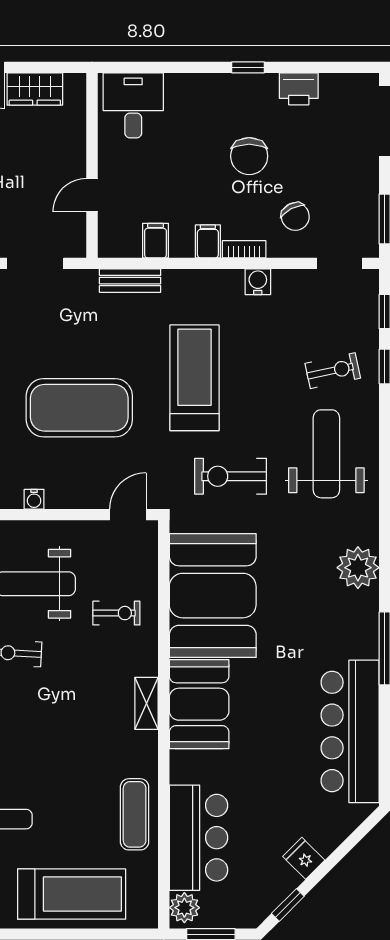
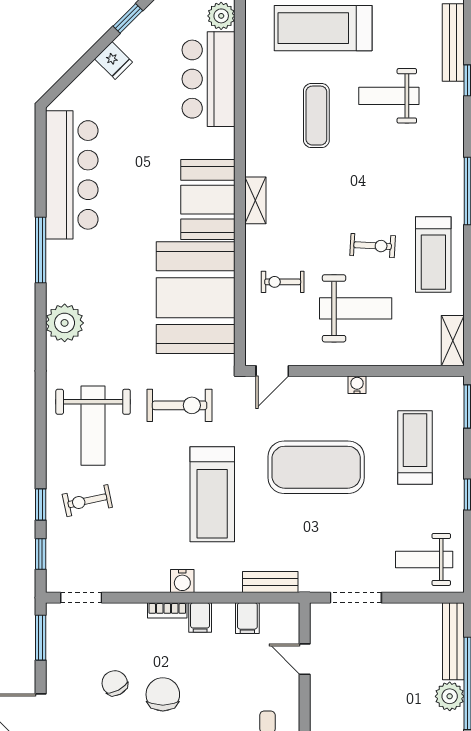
door: (92, 195) -> (305, 659), swing flipped
chair: (295, 217) -> (115, 683), moved
water cooler: (258, 282) -> (182, 581), moved
exercise mat: (135, 814) -> (316, 116), moved

